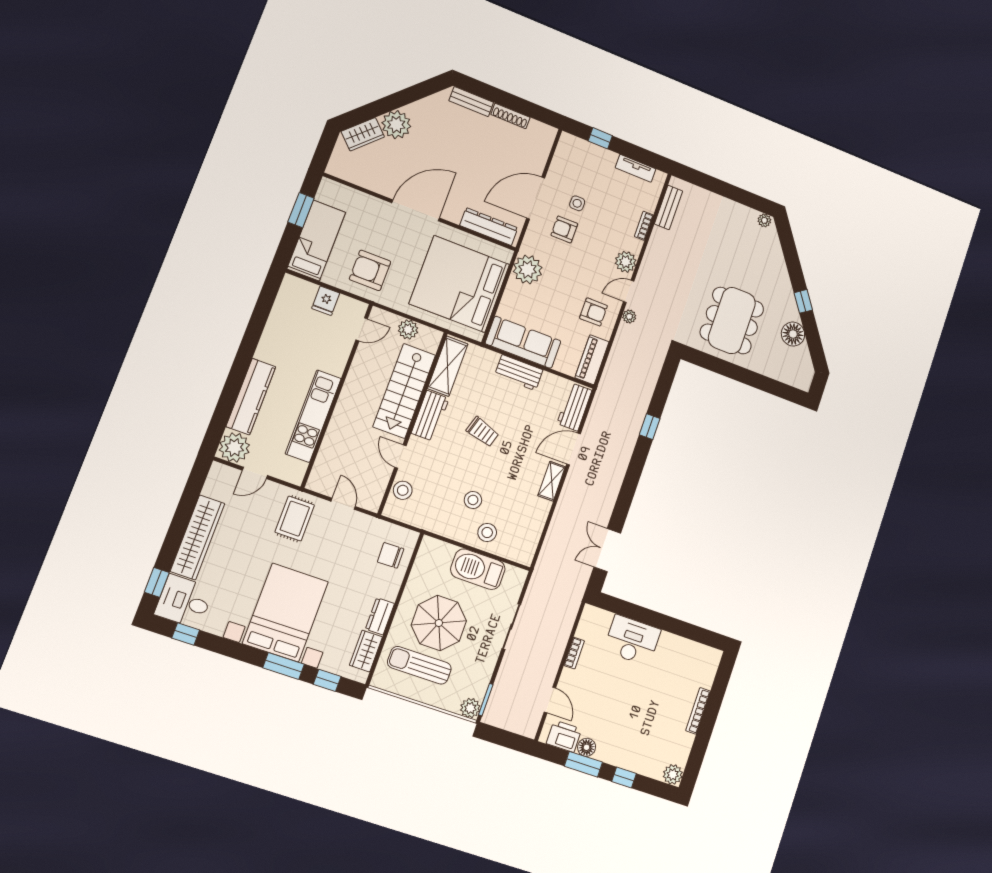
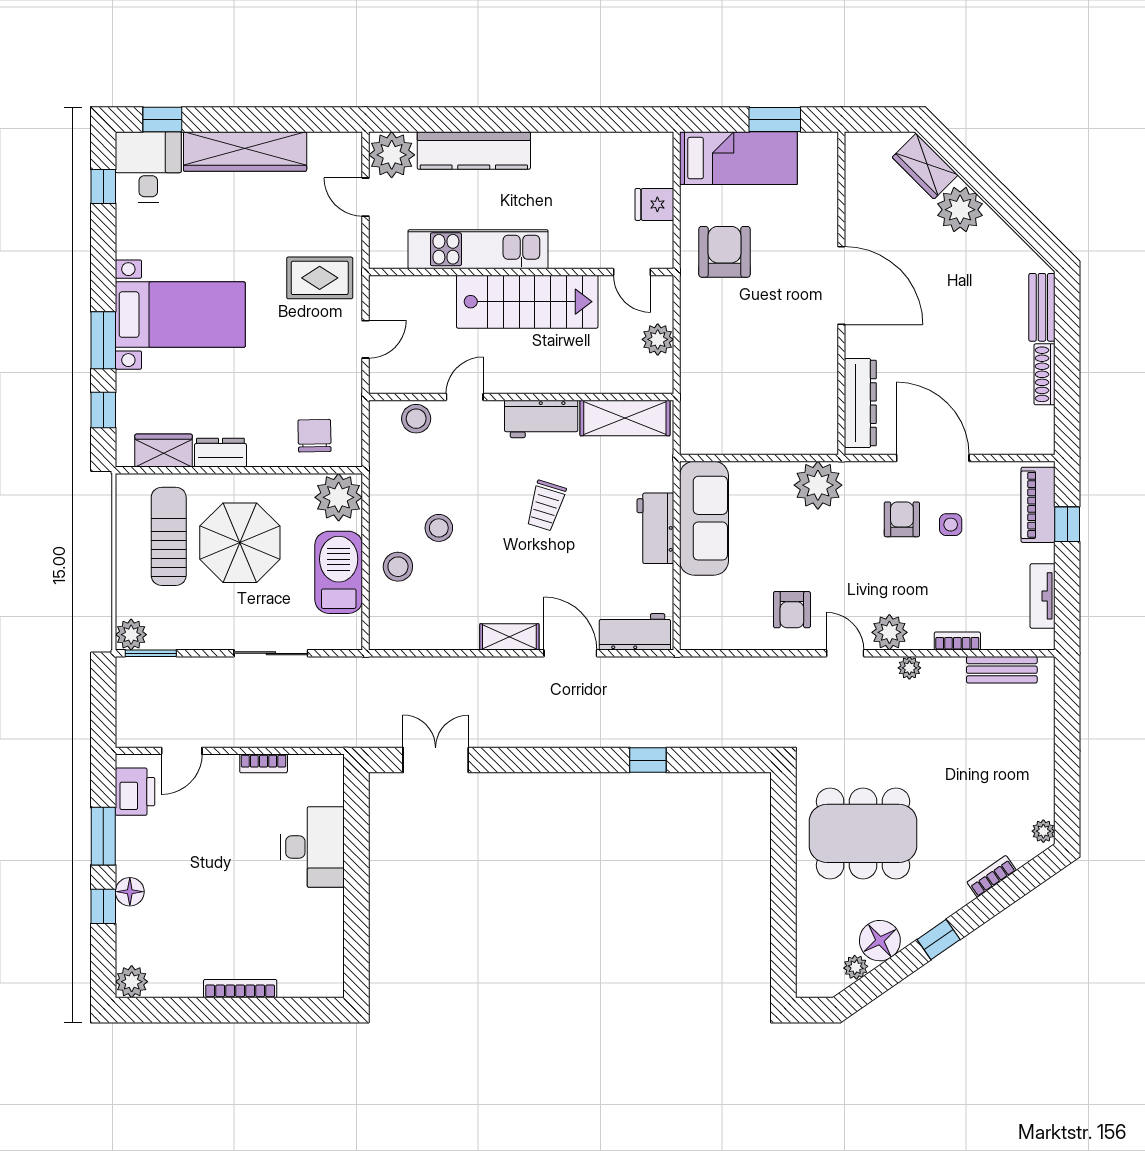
bookcase: (779, 259) -> (992, 876), added
bed: (459, 284) -> (756, 391), removed
plant: (629, 316) -> (909, 668), moved
plant: (803, 353) -> (856, 967), added
piano: (592, 360) -> (1038, 505), moved, turned -90
stairs: (404, 391) -> (527, 302), moved, turned 180
plant: (433, 554) -> (339, 497), added
bed with nightstands: (285, 613) -> (180, 315), width x0.73
floor lamp: (587, 747) -> (130, 892), moved

